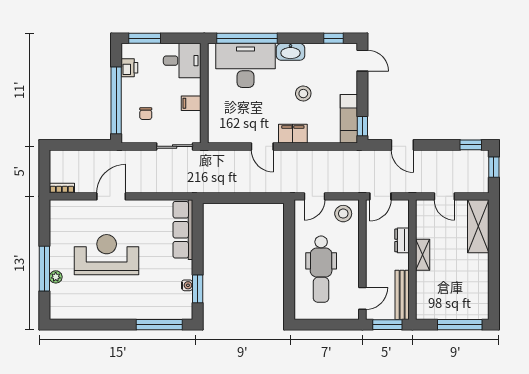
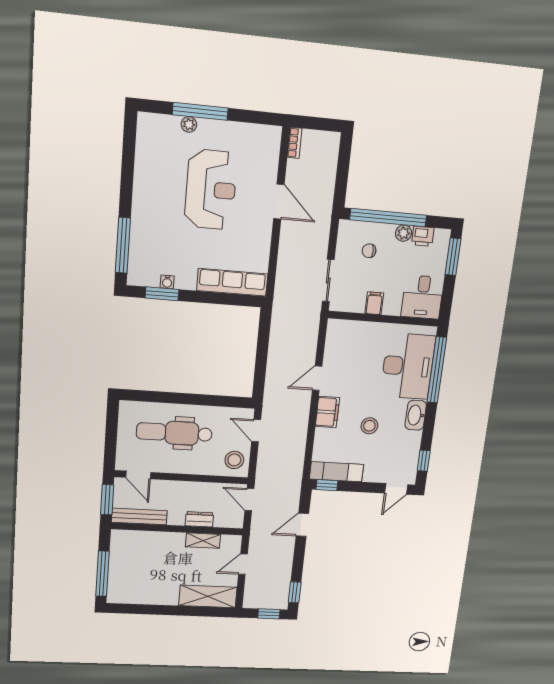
plant: (128, 85) -> (403, 233), added
shelving: (423, 255) -> (203, 541), moved

